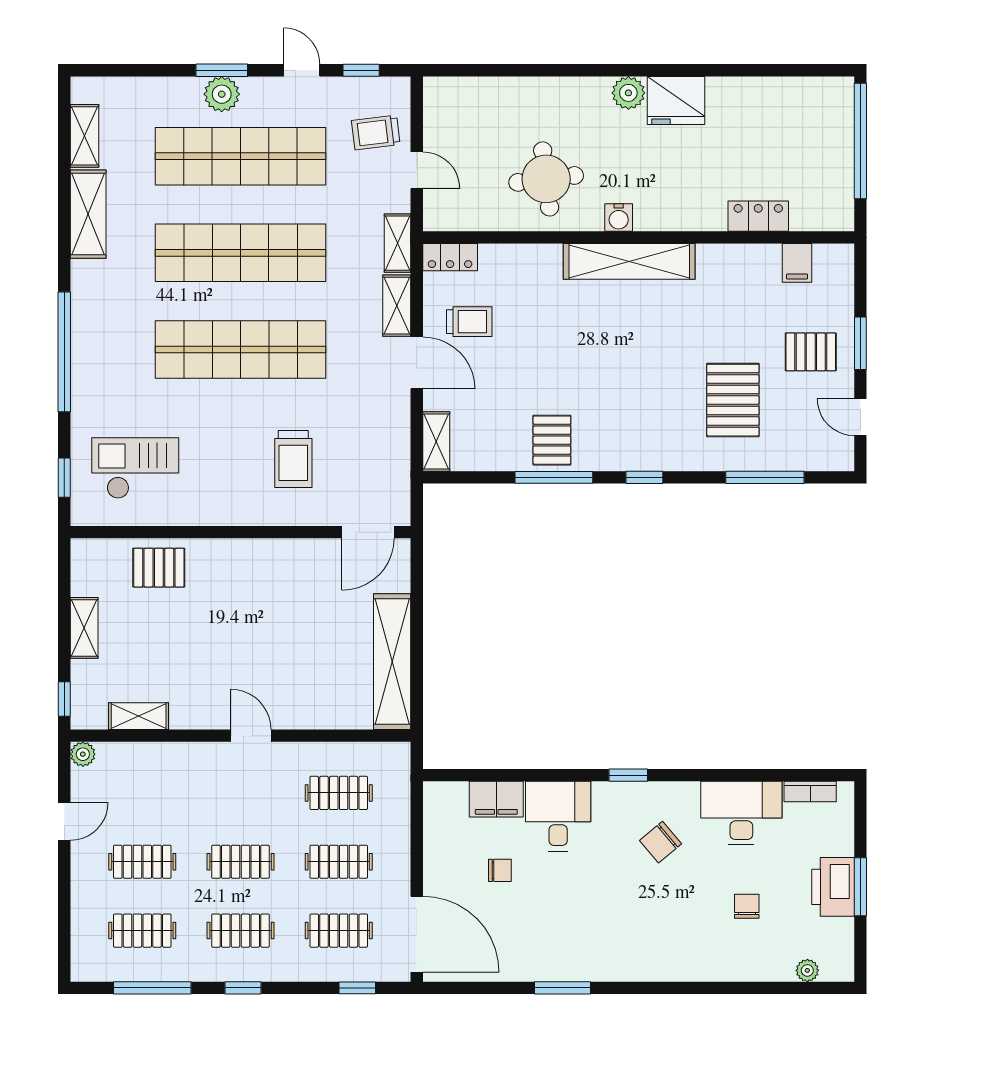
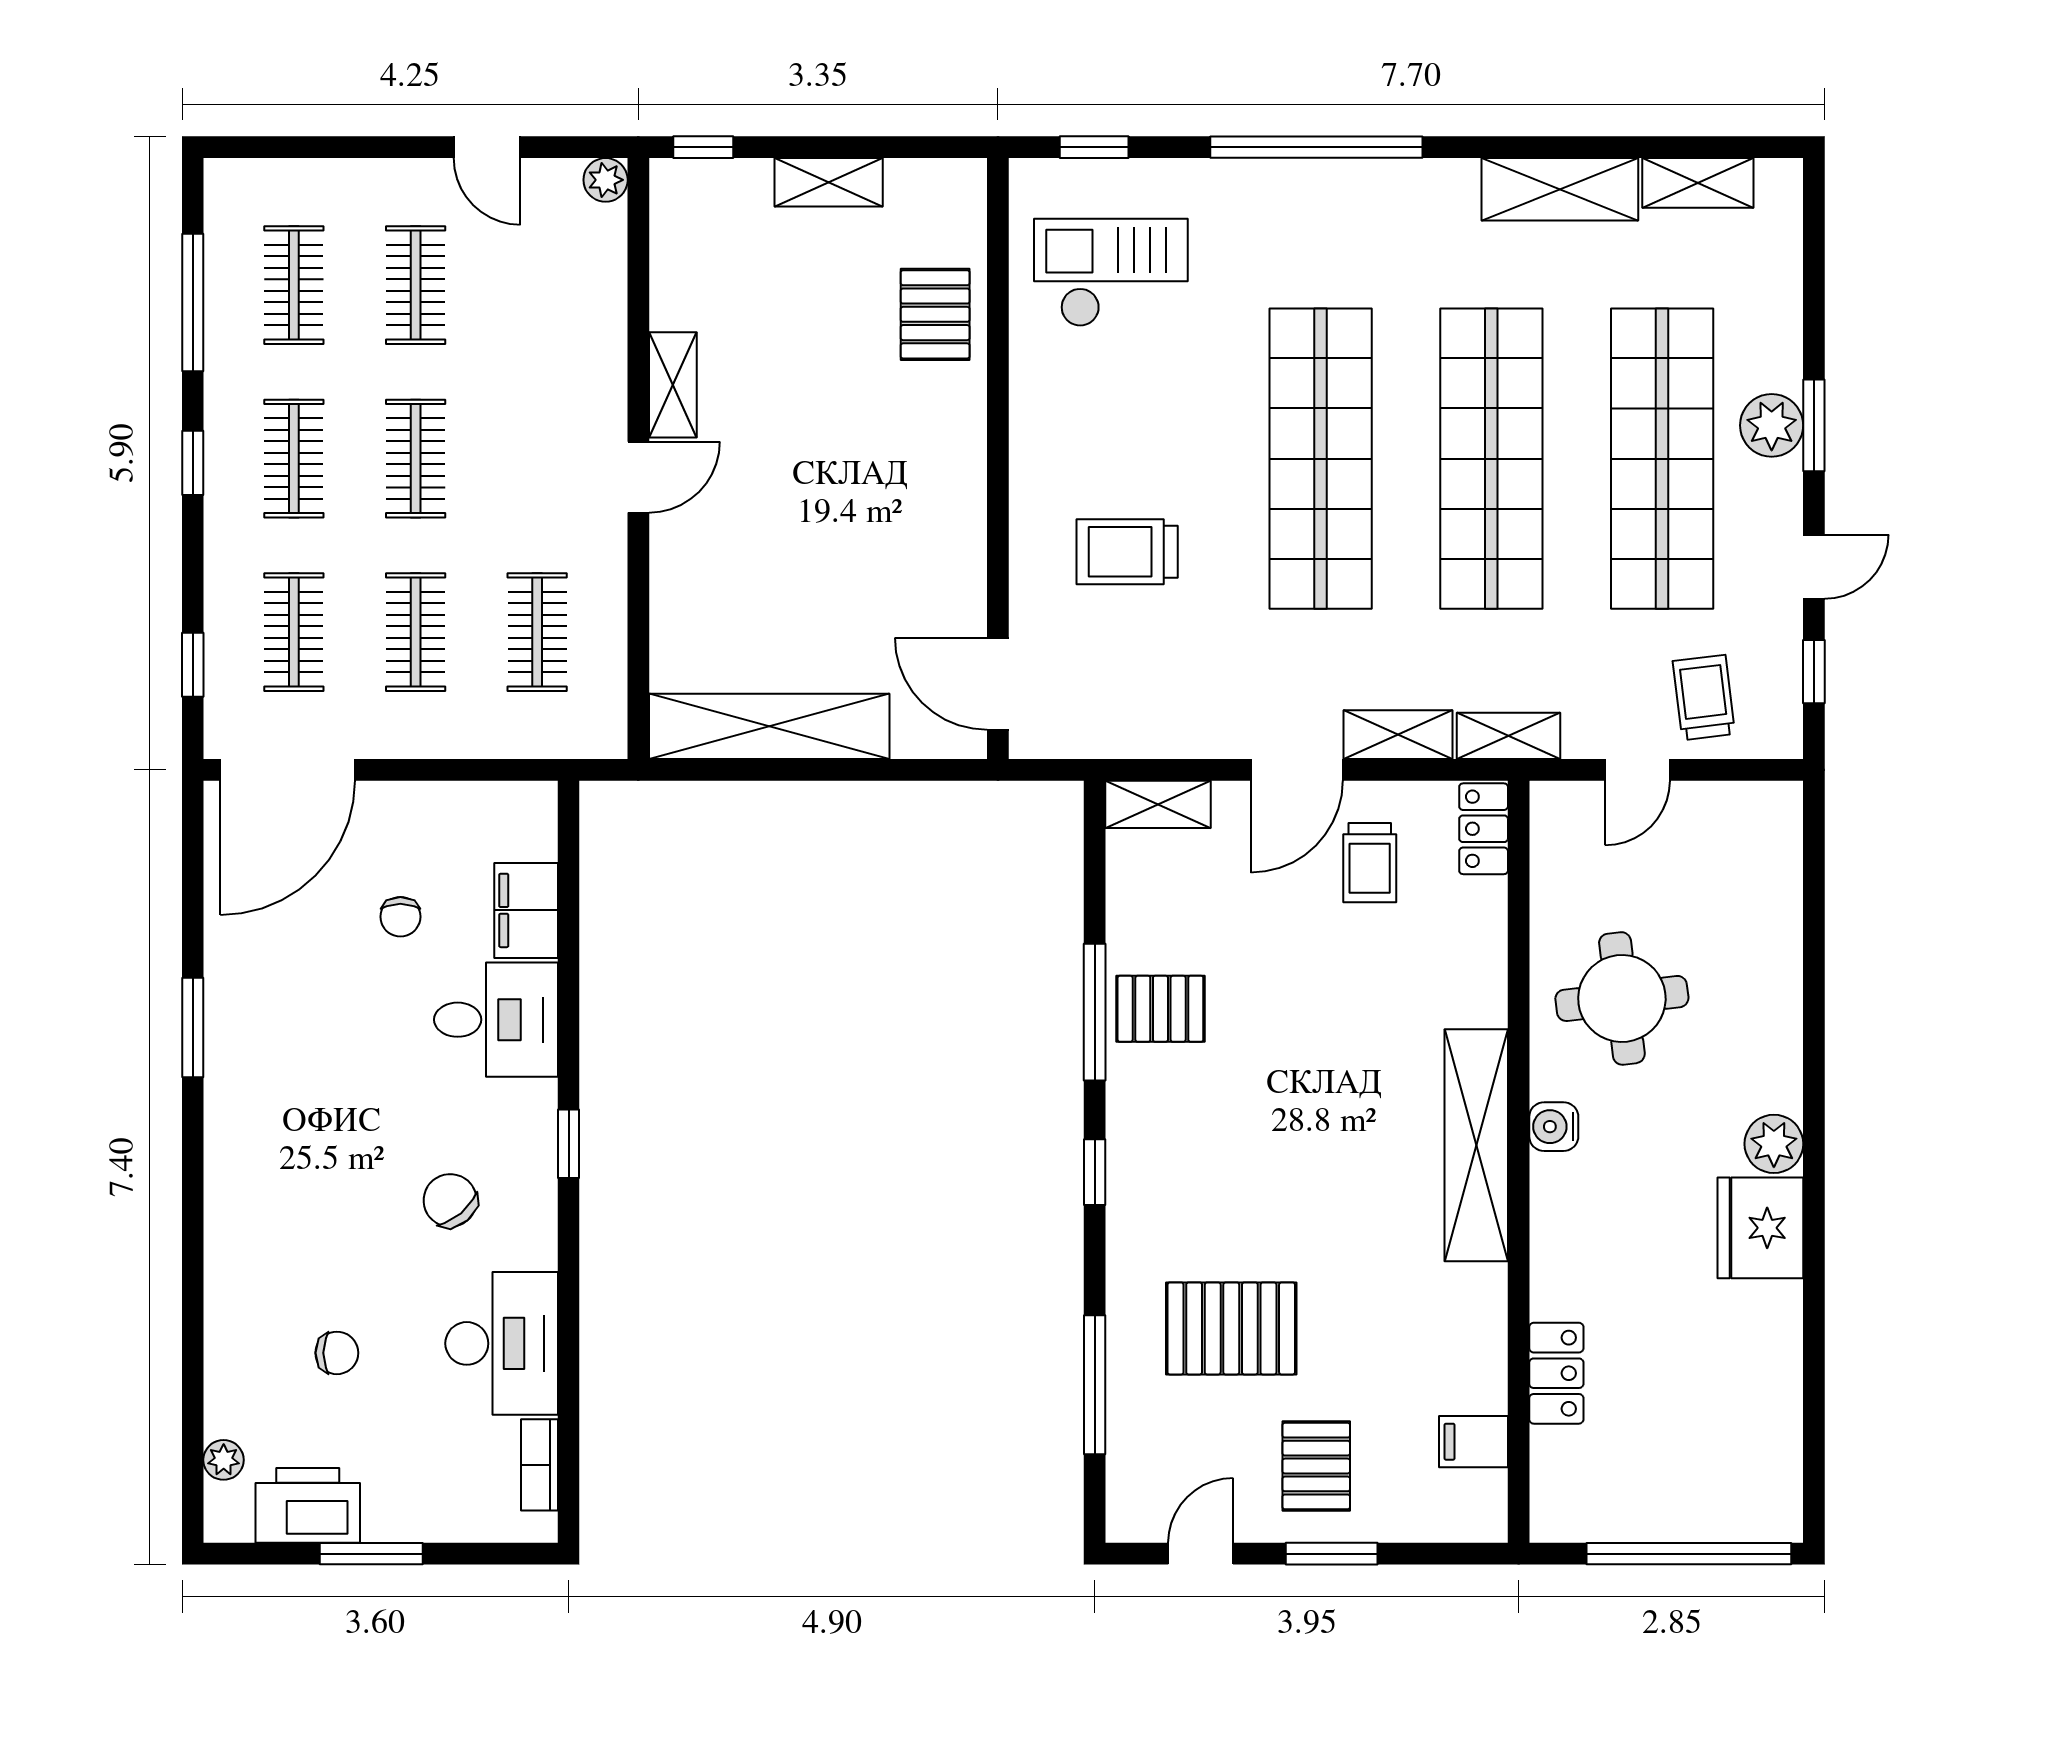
checkout: (135, 468) -> (1111, 273), turned -90
shelving: (139, 716) -> (673, 385), moved
printer: (833, 887) -> (308, 1505), moved

